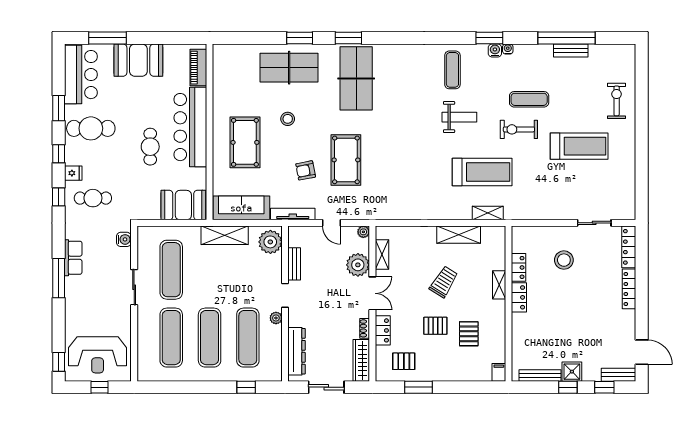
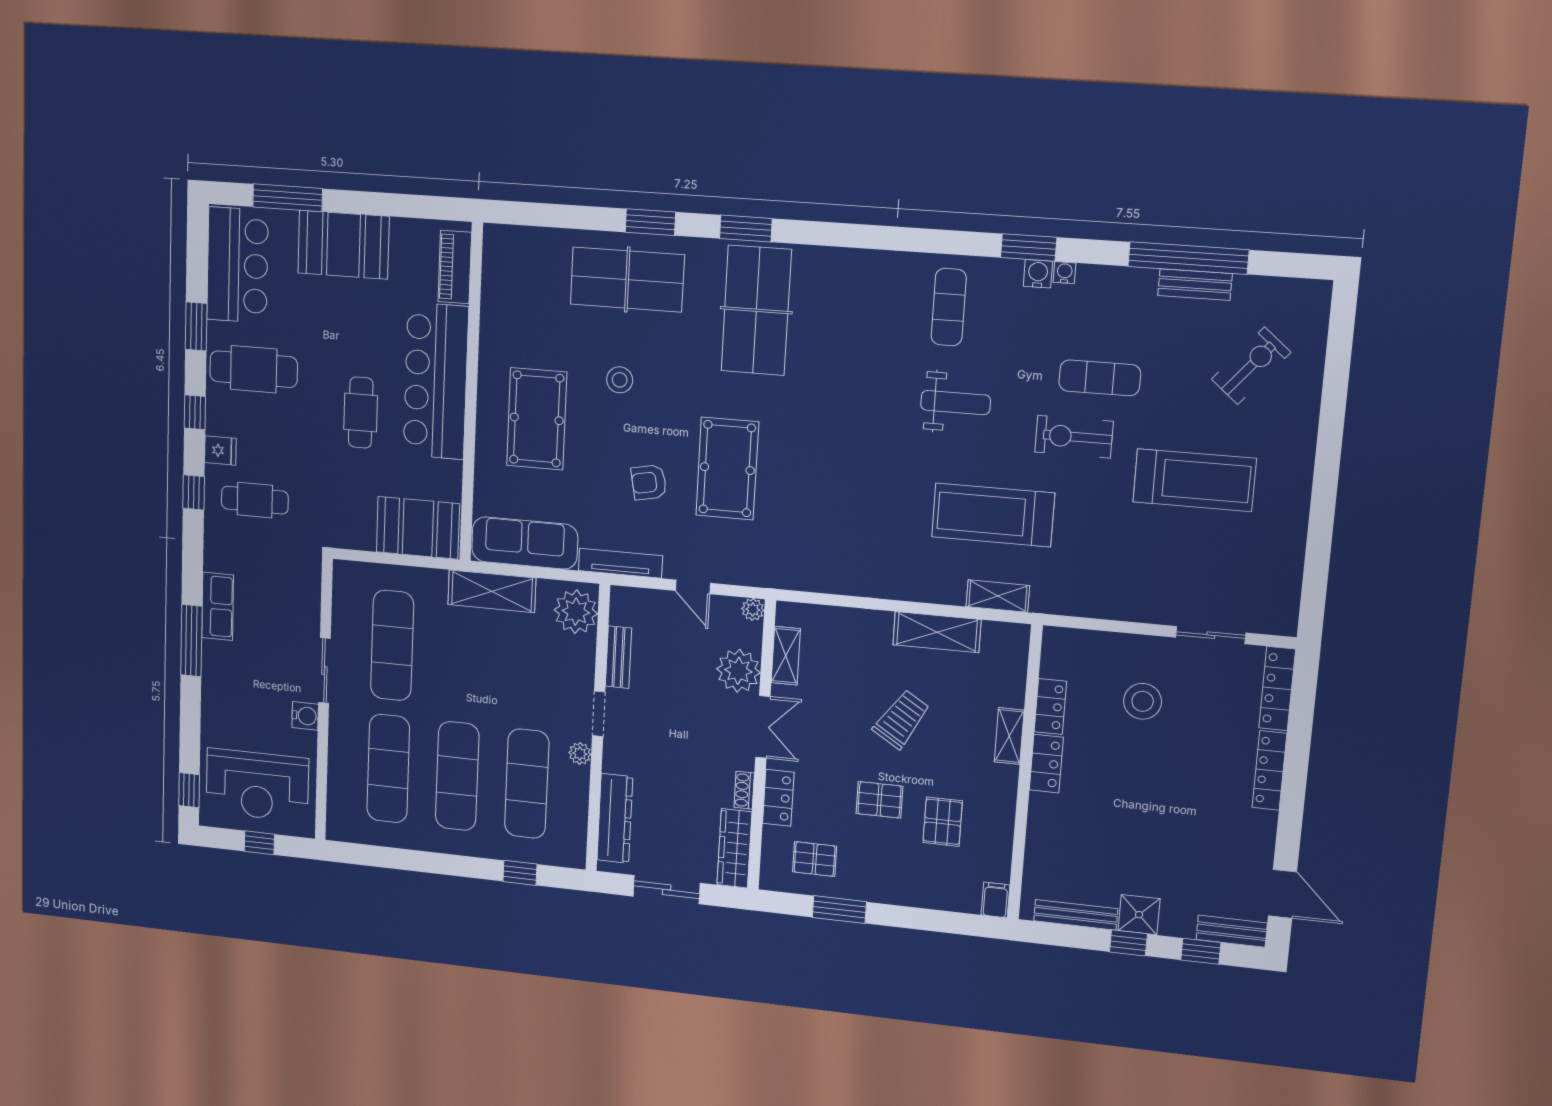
exercise bike: (617, 101) -> (1251, 366), moved, turned 40
treadmill: (482, 172) -> (993, 515), turned 180
water cooler: (124, 239) -> (305, 716), moved

